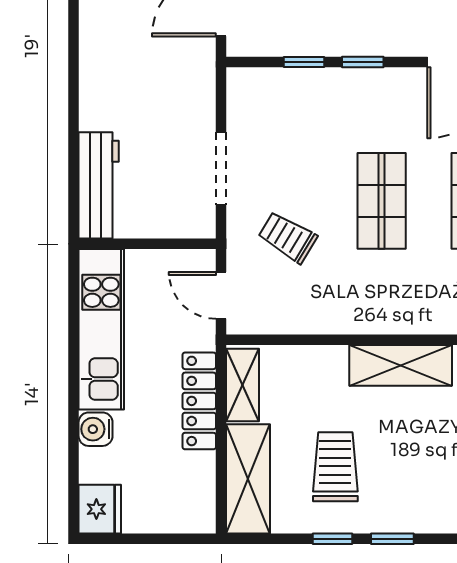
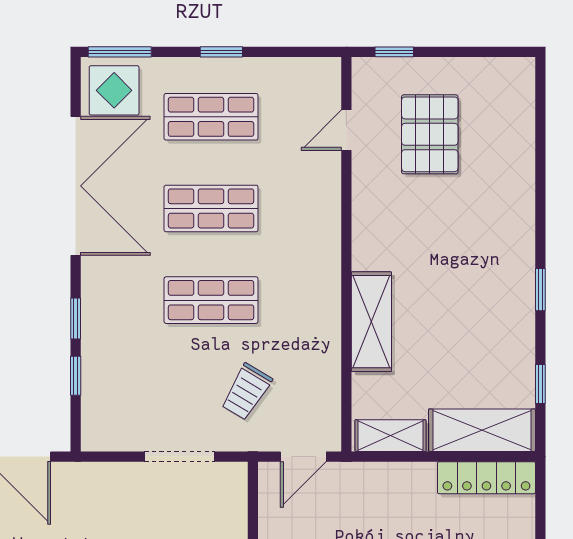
shelving: (401, 365) -> (371, 322), moved
locker: (199, 401) -> (486, 478), moved
trolley: (335, 467) -> (470, 345), removed
window: (333, 539) -> (540, 384), moved

